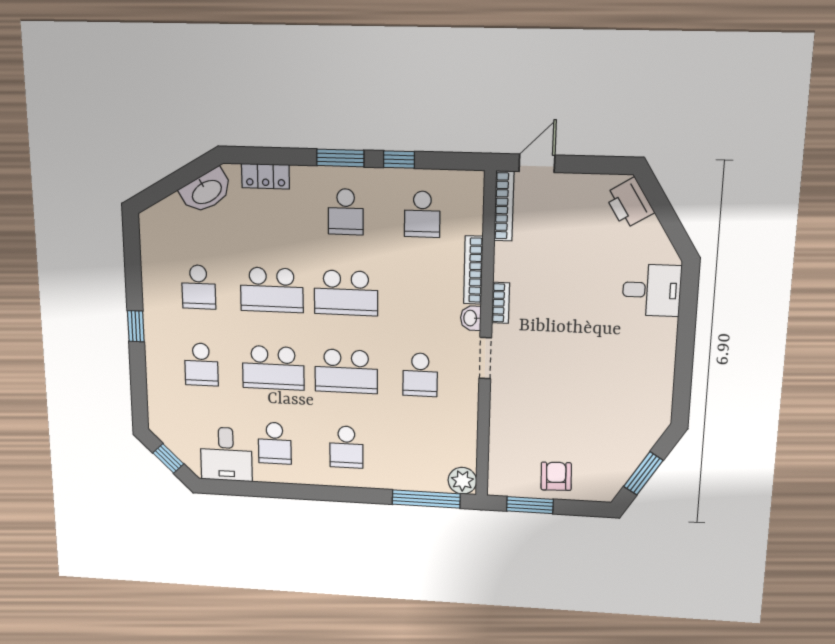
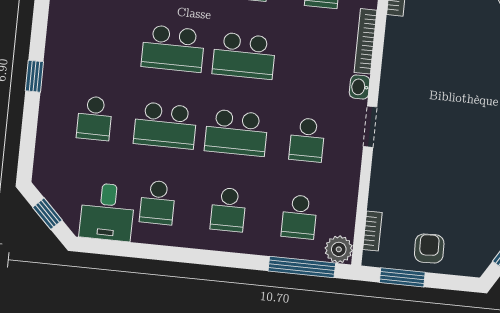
school desk: (199, 287) -> (299, 217), moved
bookcase: (501, 303) -> (372, 231), moved

